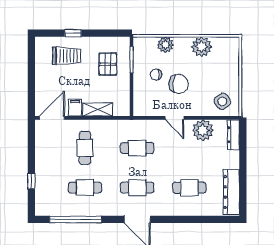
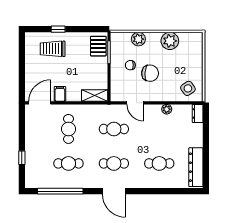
trolley: (67, 56) -> (53, 49), turned 180
pallet: (108, 64) -> (98, 46), moved
shelving: (98, 110) -> (95, 96), moved
door: (174, 118) -> (135, 103), moved
plant: (203, 130) -> (167, 109), width x0.53, depth x0.53
dresser: (233, 135) -> (198, 113), width x0.70

